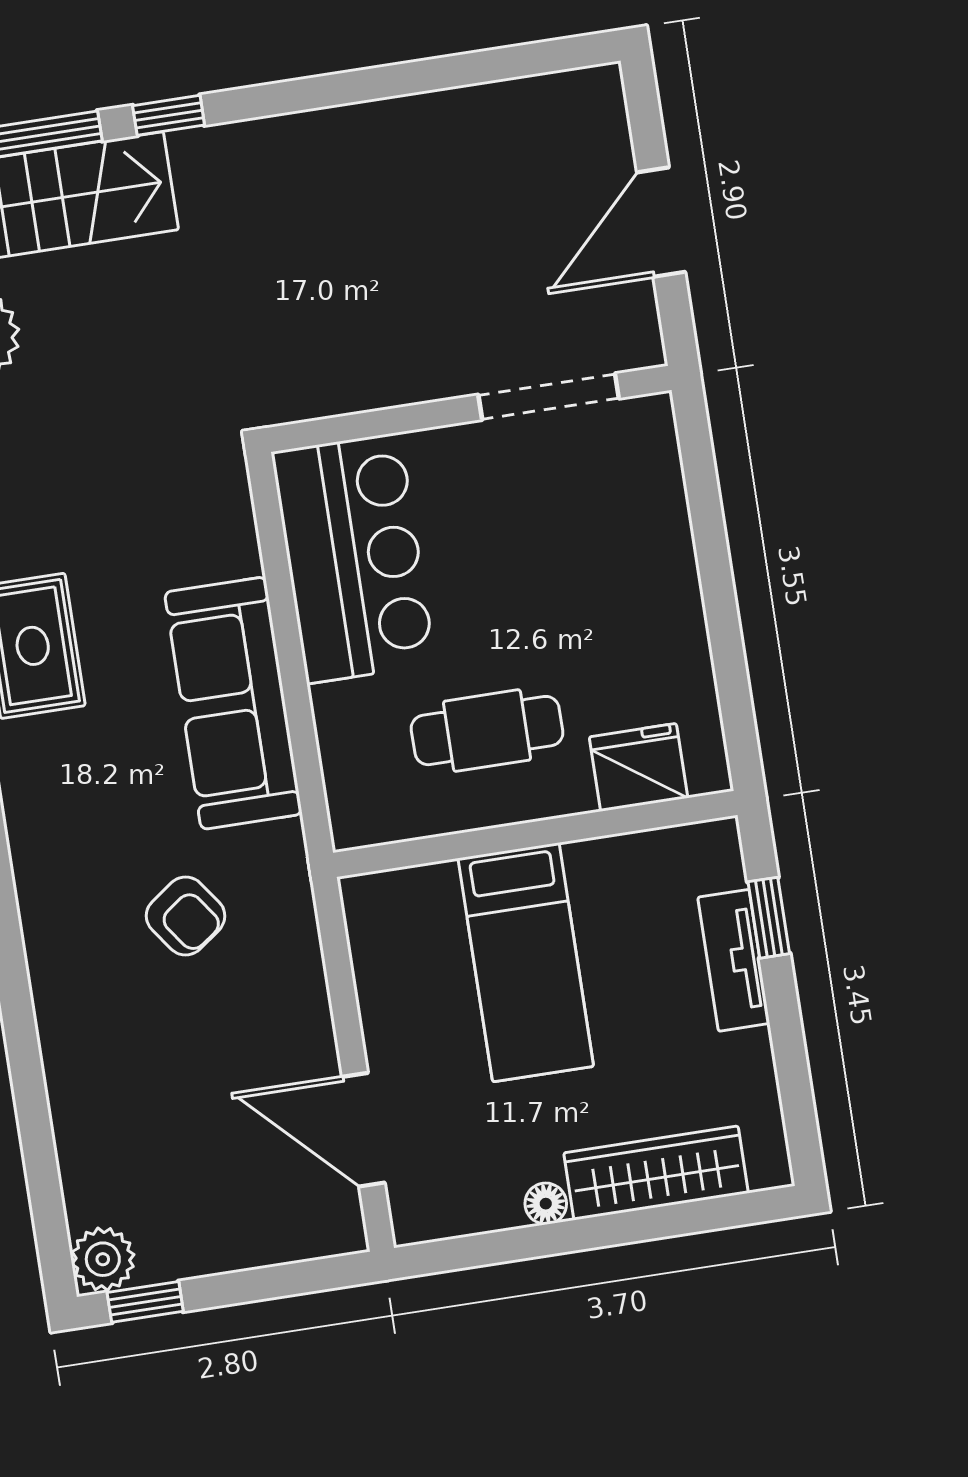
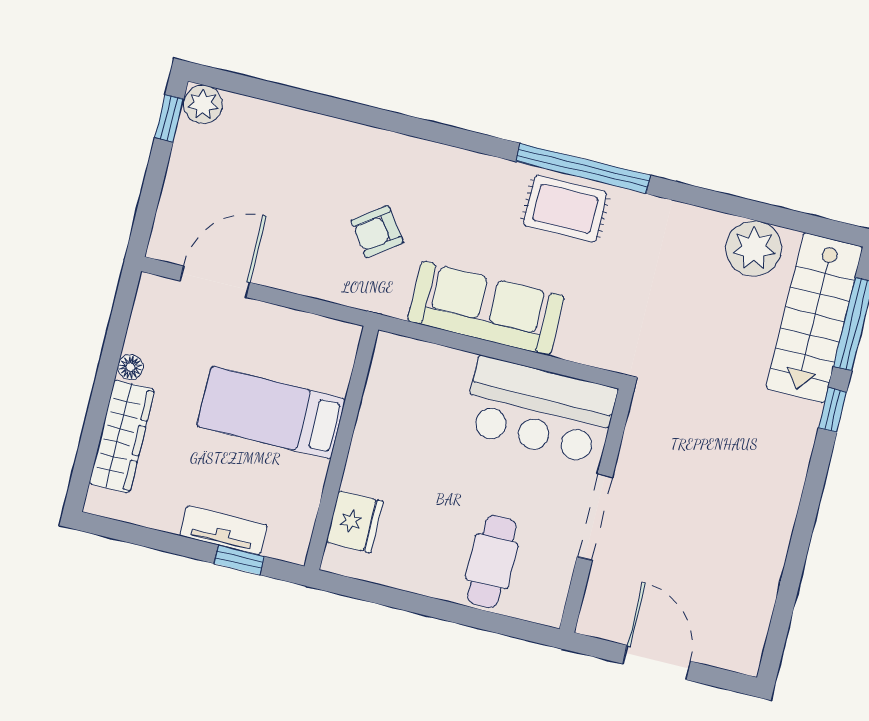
doorway: (549, 397) -> (595, 517), moved
cafe table: (487, 731) -> (492, 561), moved

